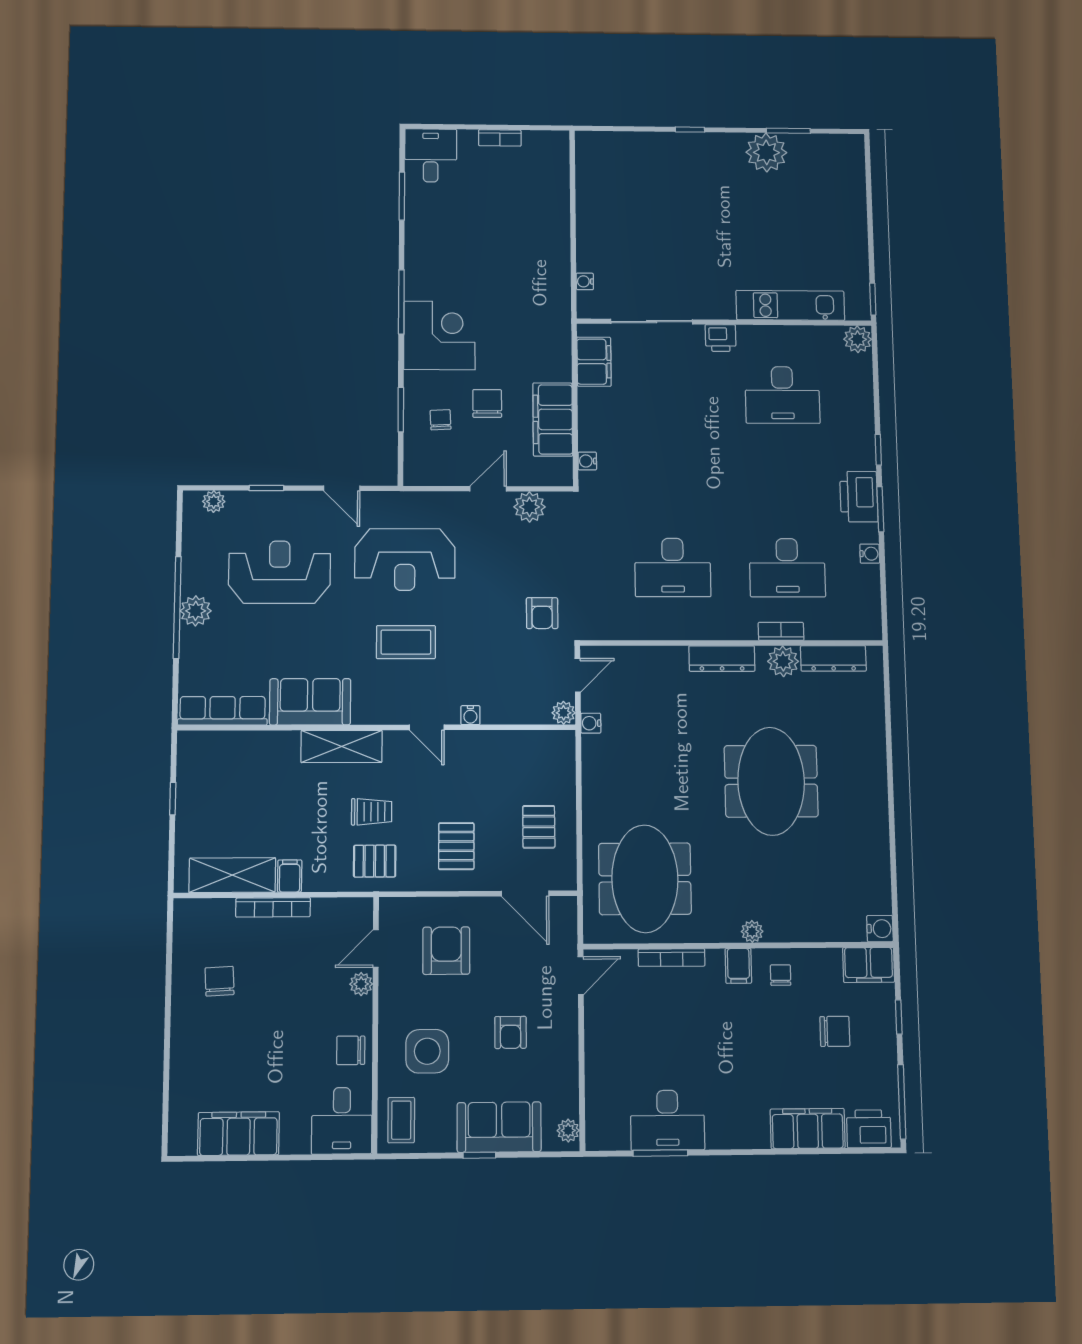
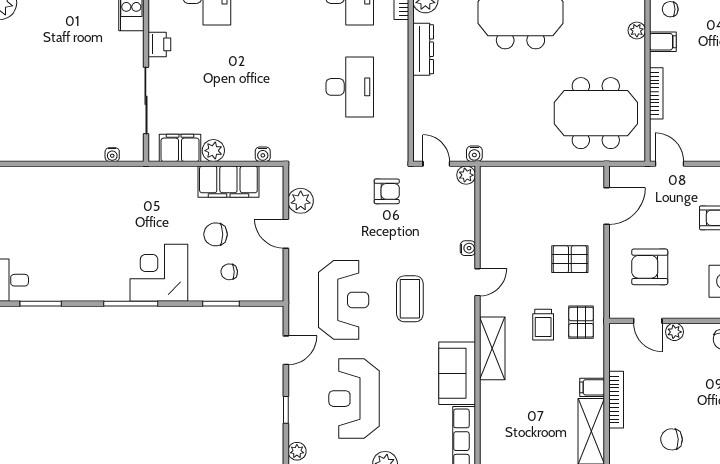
plant: (591, 401) -> (213, 151), added
trolley: (372, 812) -> (543, 325), turned 180
pallet: (539, 827) -> (555, 195), removed

